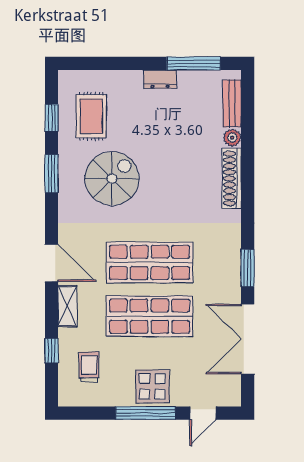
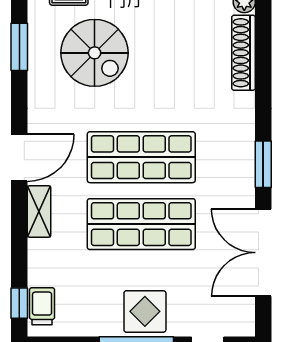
spiral stairs: (112, 179) -> (95, 53), turned 90
door: (52, 263) -> (19, 158), hinge flipped
window: (52, 351) -> (19, 303), moved
trolley: (89, 367) -> (42, 306), moved

